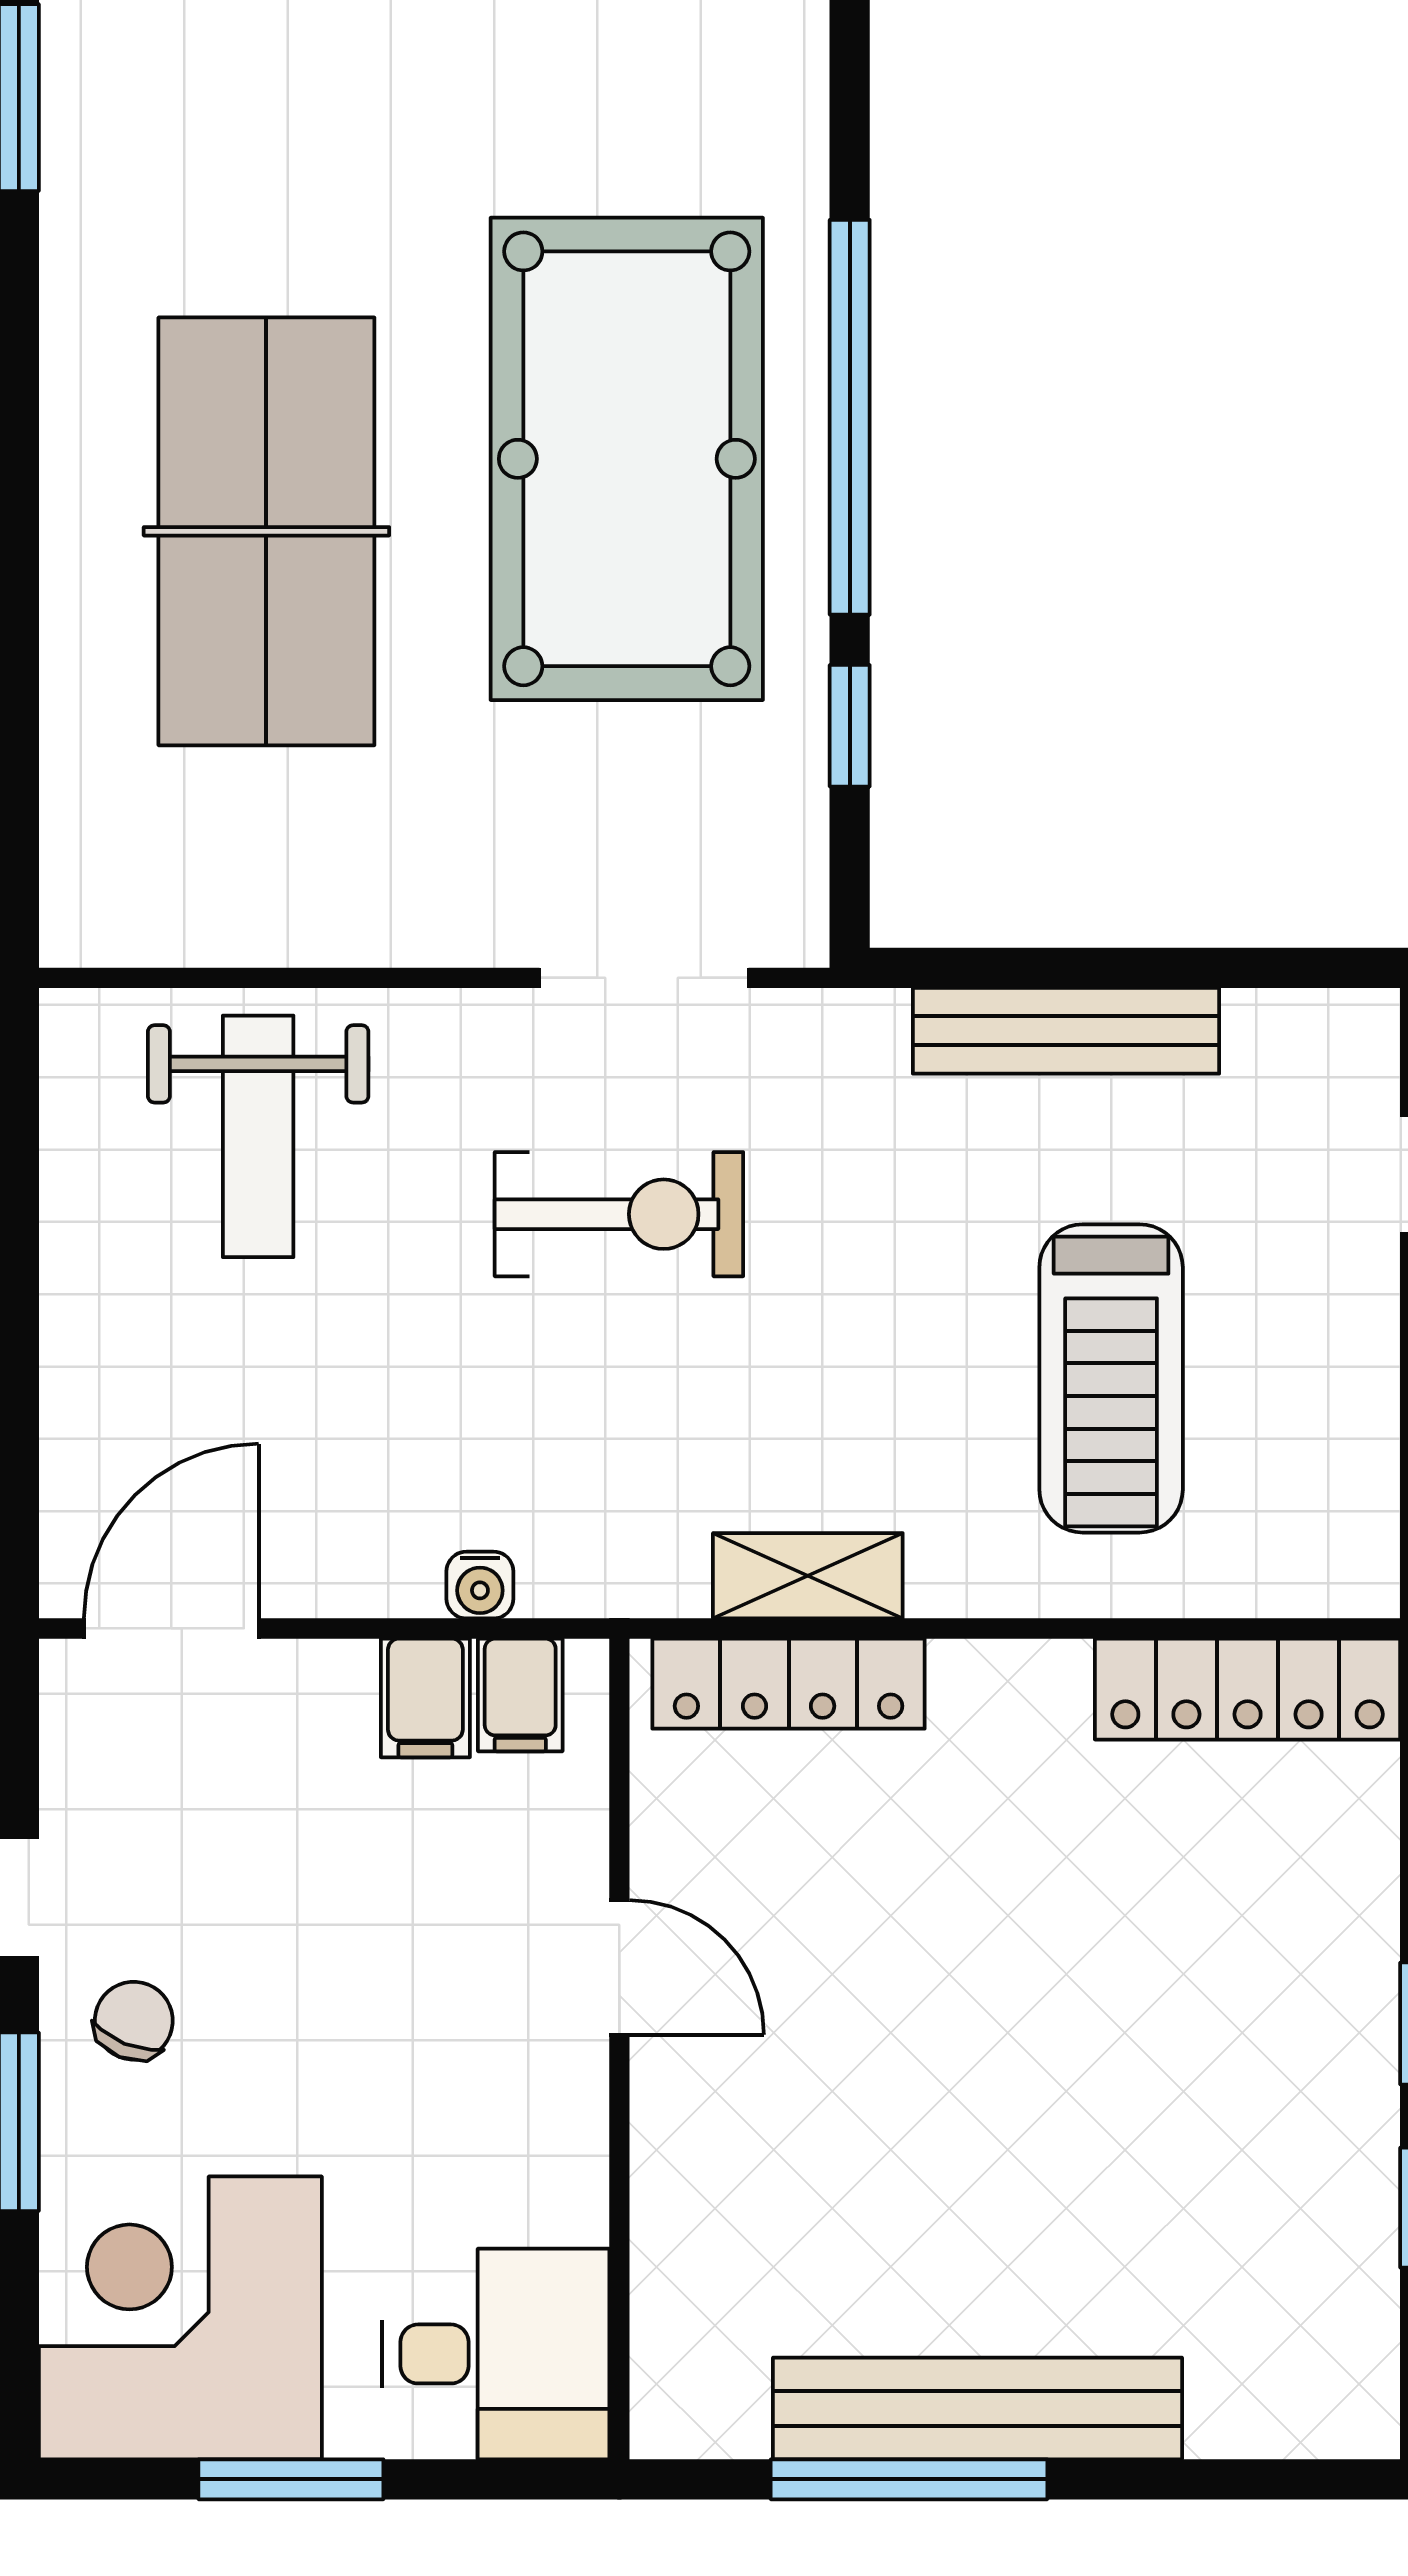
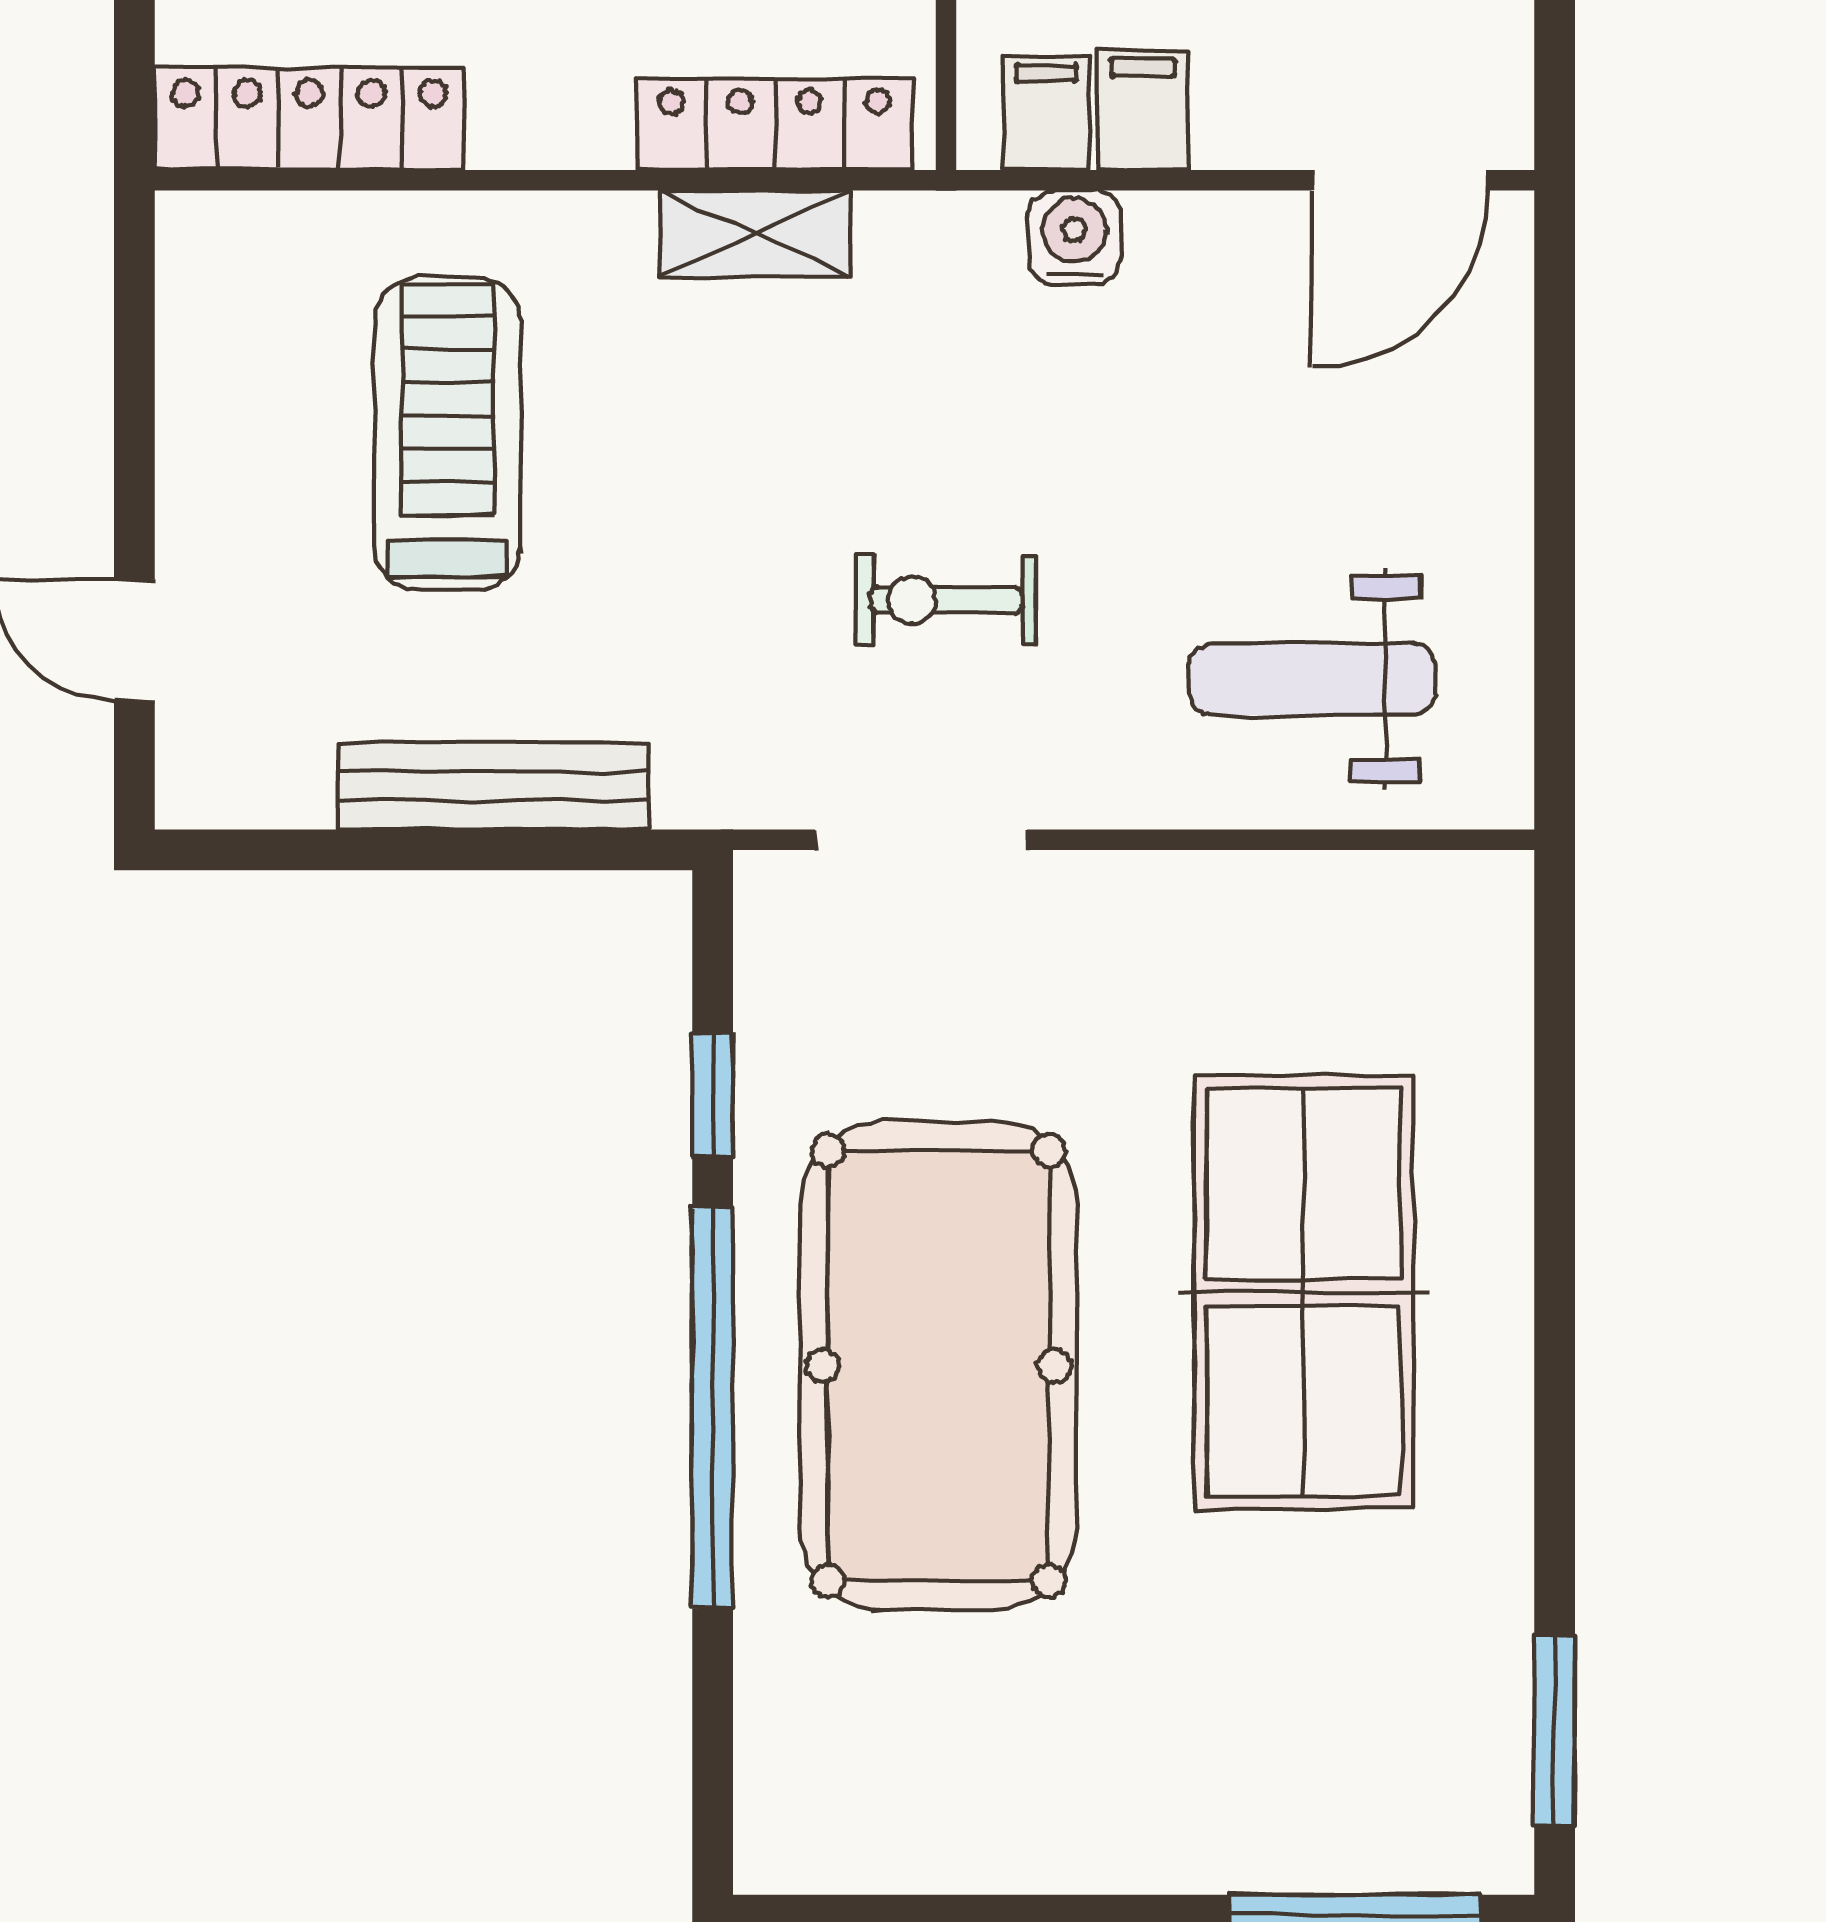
weight bench: (258, 1136) -> (1312, 679), turned -90
exercise bike: (619, 1214) -> (946, 600), width x0.73, depth x0.72
water cooler: (480, 1585) -> (1074, 237), width x1.38, depth x1.38

